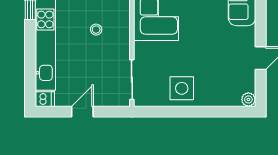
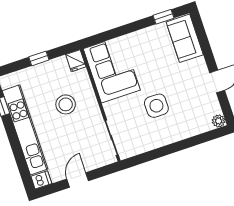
stool: (96, 30) -> (66, 104), width x1.89, depth x1.89
side table: (182, 88) -> (156, 106), moved

